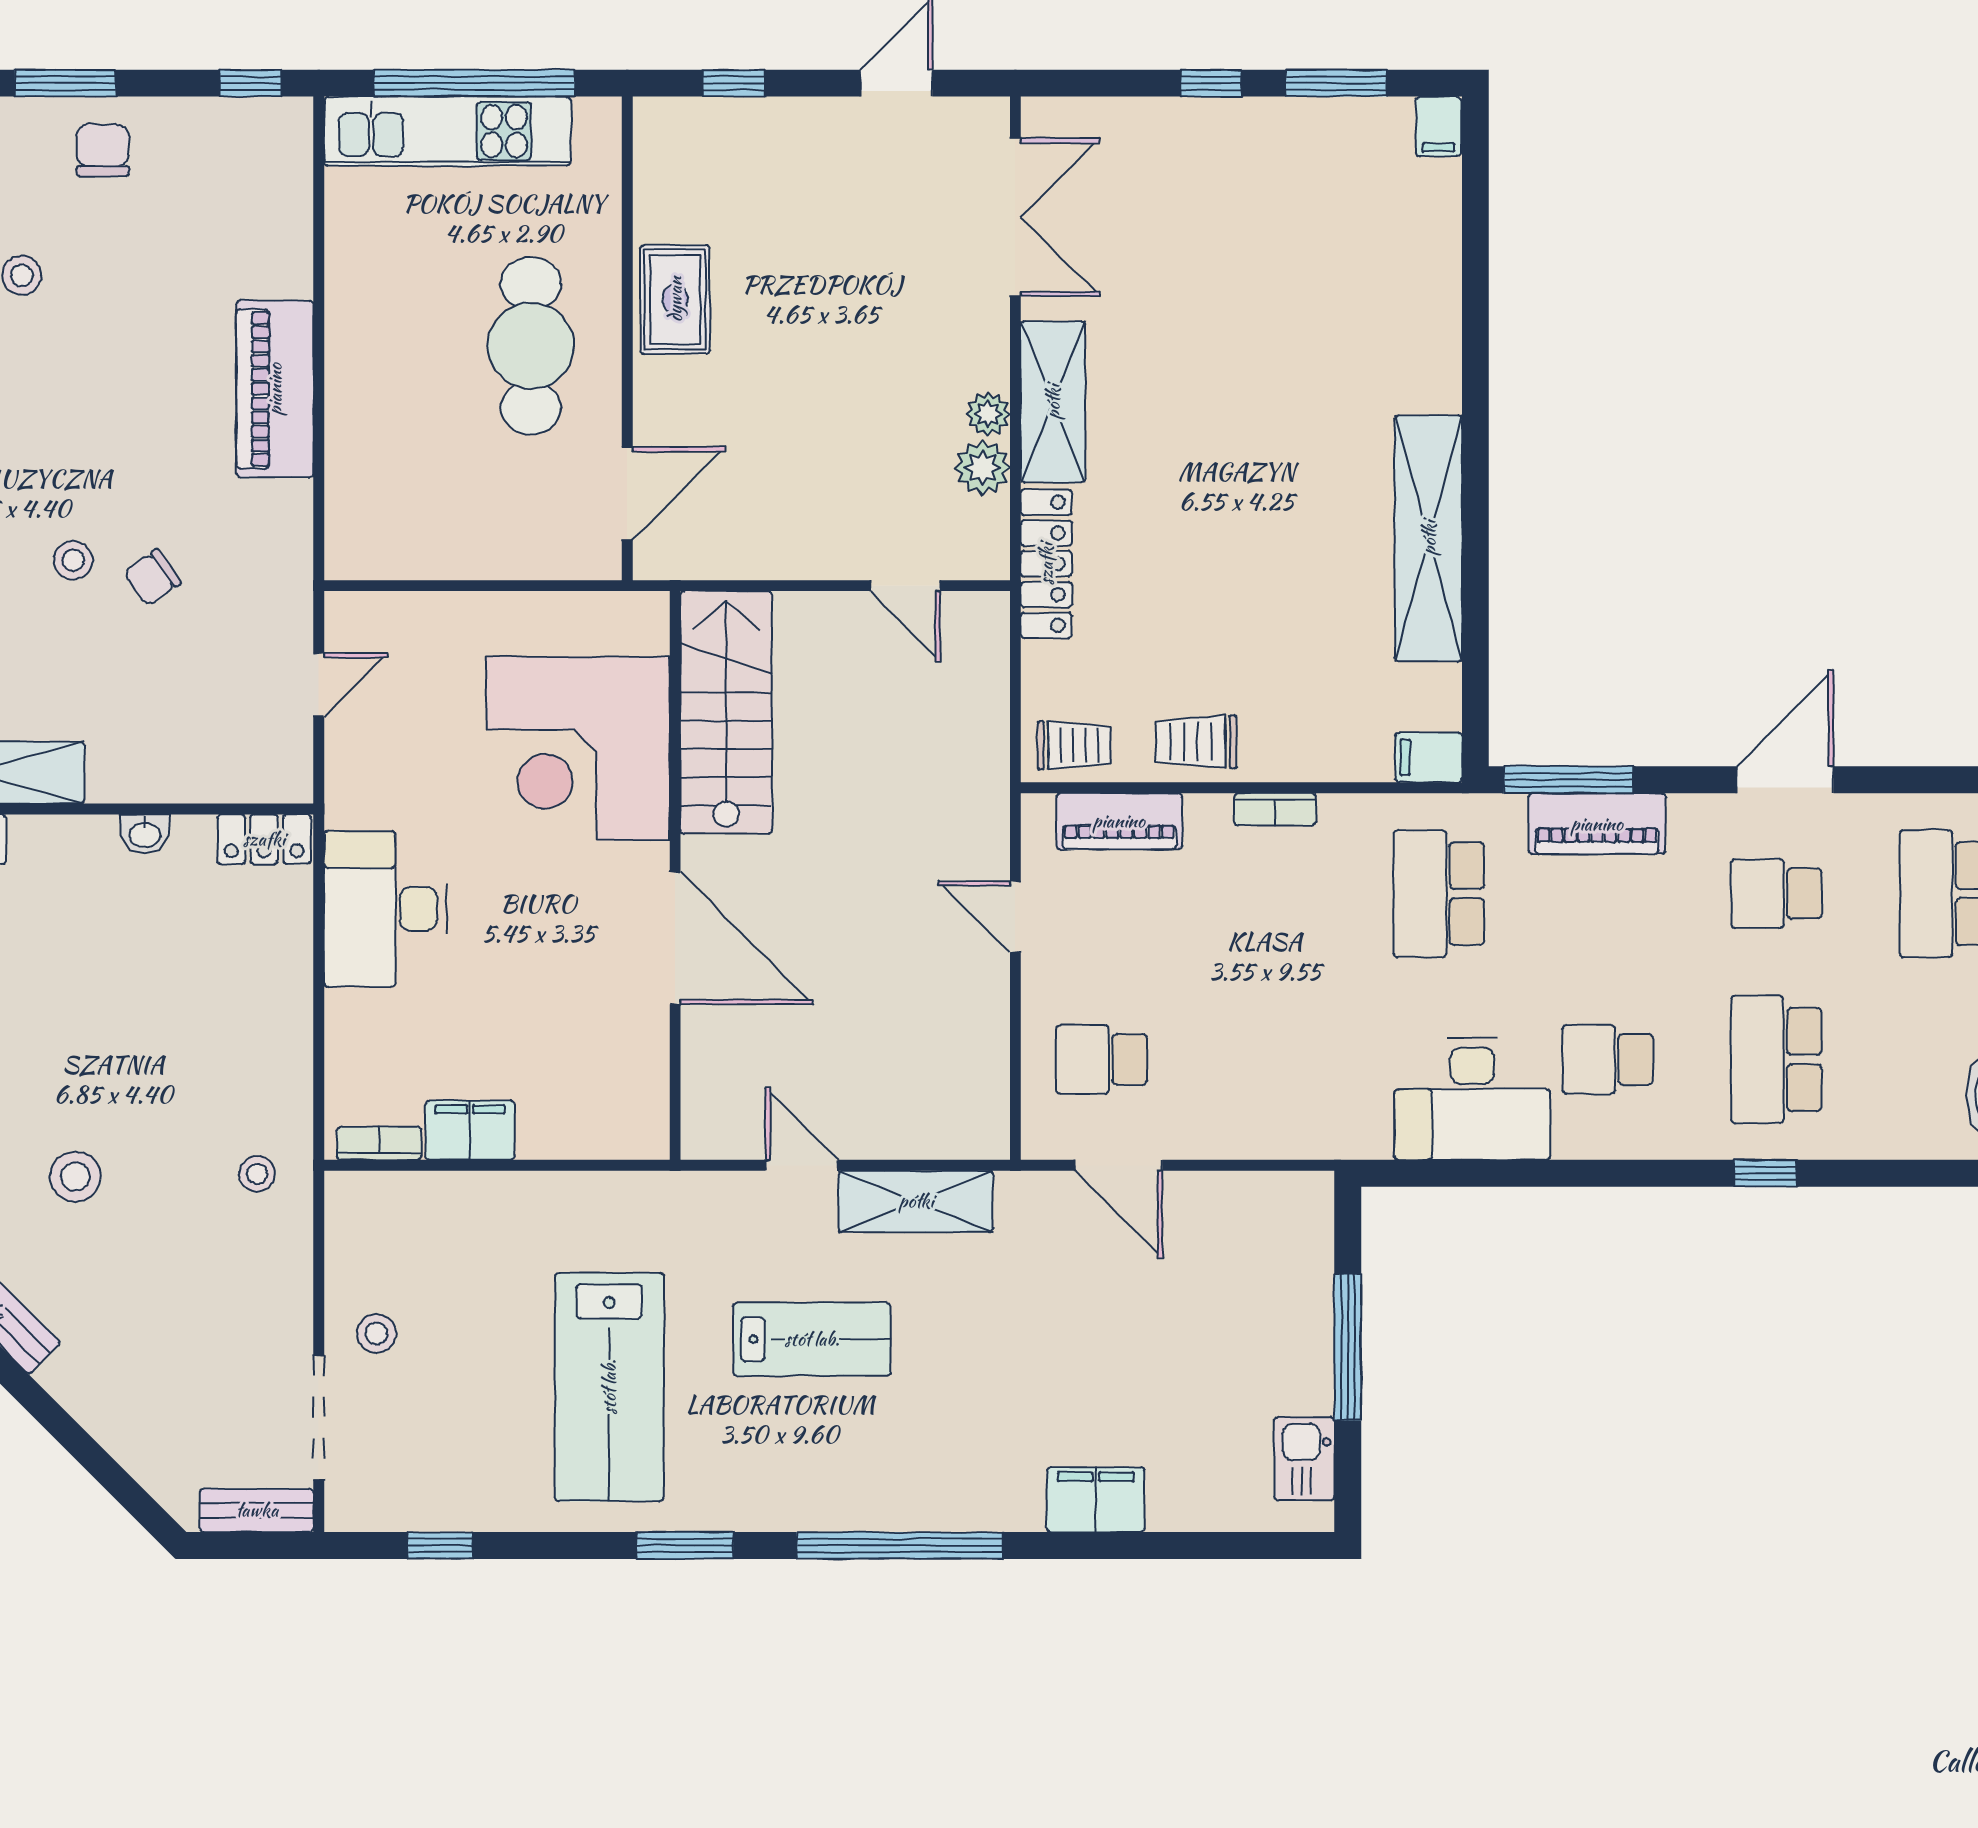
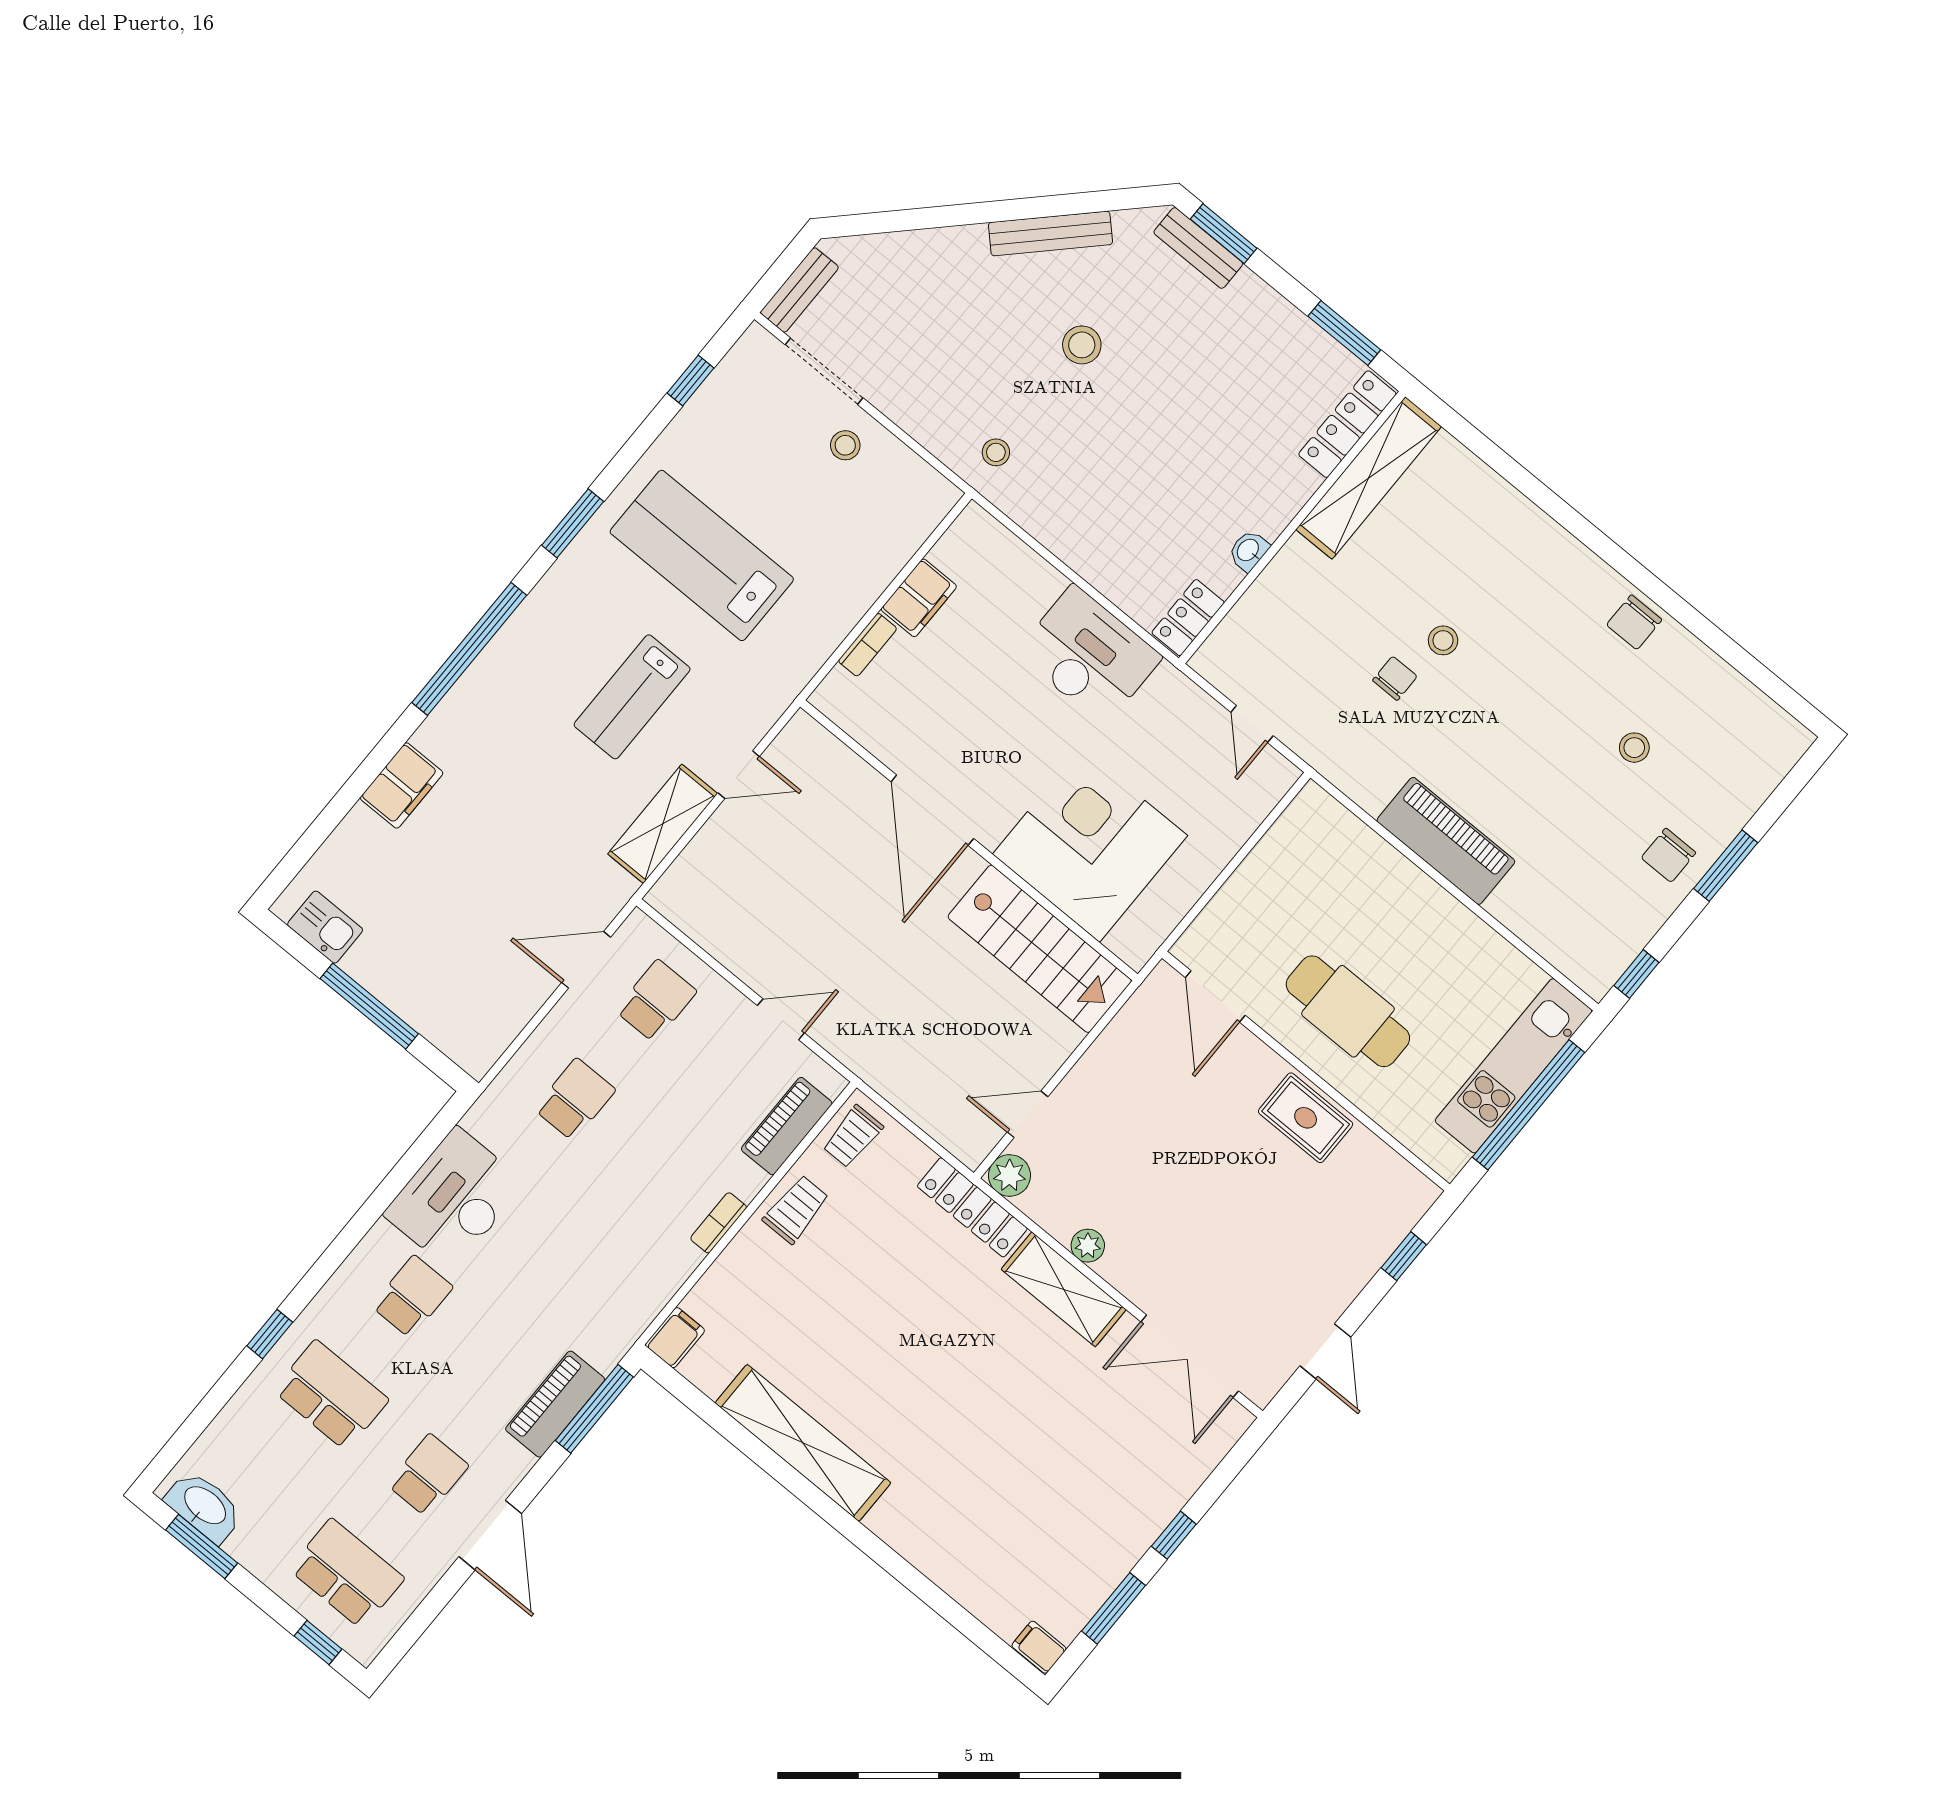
chair: (103, 150) -> (1668, 855), turned 90
plant: (982, 468) -> (1009, 1175), moved
chair: (152, 578) -> (1395, 678), turned 35
school desk: (1439, 894) -> (575, 1100), moved, width x0.54
door: (675, 938) -> (932, 810), hinge flipped
bookcase: (379, 1143) -> (868, 645), moved

